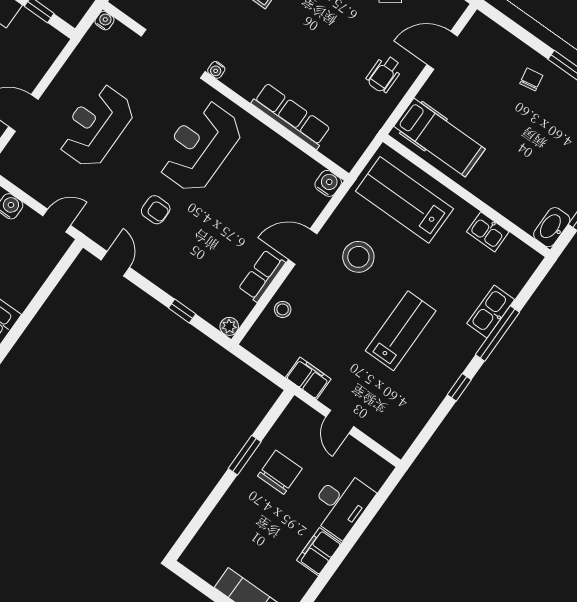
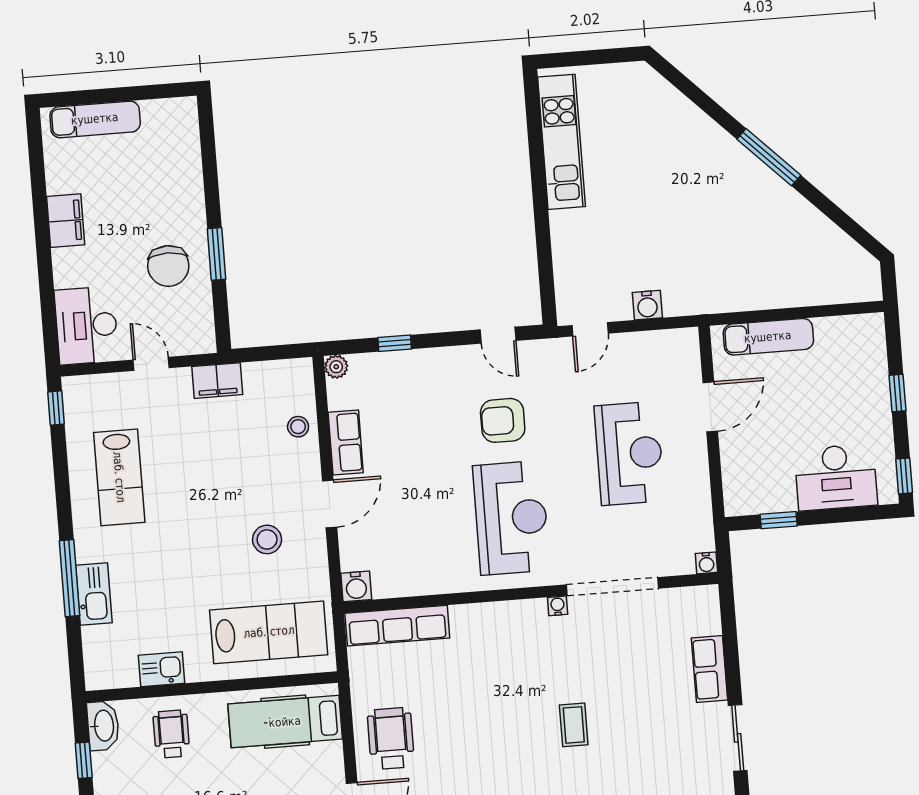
wheelchair: (384, 74) -> (391, 738), width x1.36, depth x1.37
row of seats: (291, 116) -> (397, 626), moved
wheelchair: (515, 188) -> (171, 734), added
armchair: (156, 210) -> (503, 420), width x1.38, depth x1.38
stool: (358, 257) -> (267, 539), width x0.73, depth x0.73
lab bench: (401, 331) -> (119, 477), moved
window: (459, 387) -> (56, 408), moved
desk: (341, 504) -> (86, 325), moved

